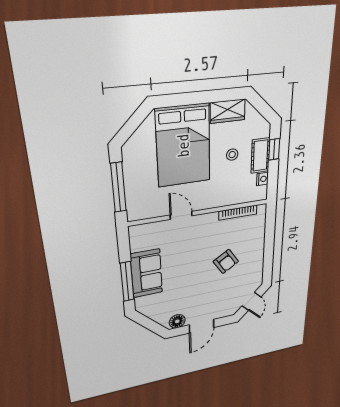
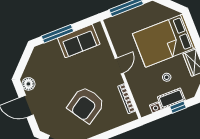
door: (181, 215) -> (119, 66), moved
armchair: (226, 262) -> (86, 105), width x1.88, depth x1.88
sofa: (147, 273) -> (79, 41), moved

